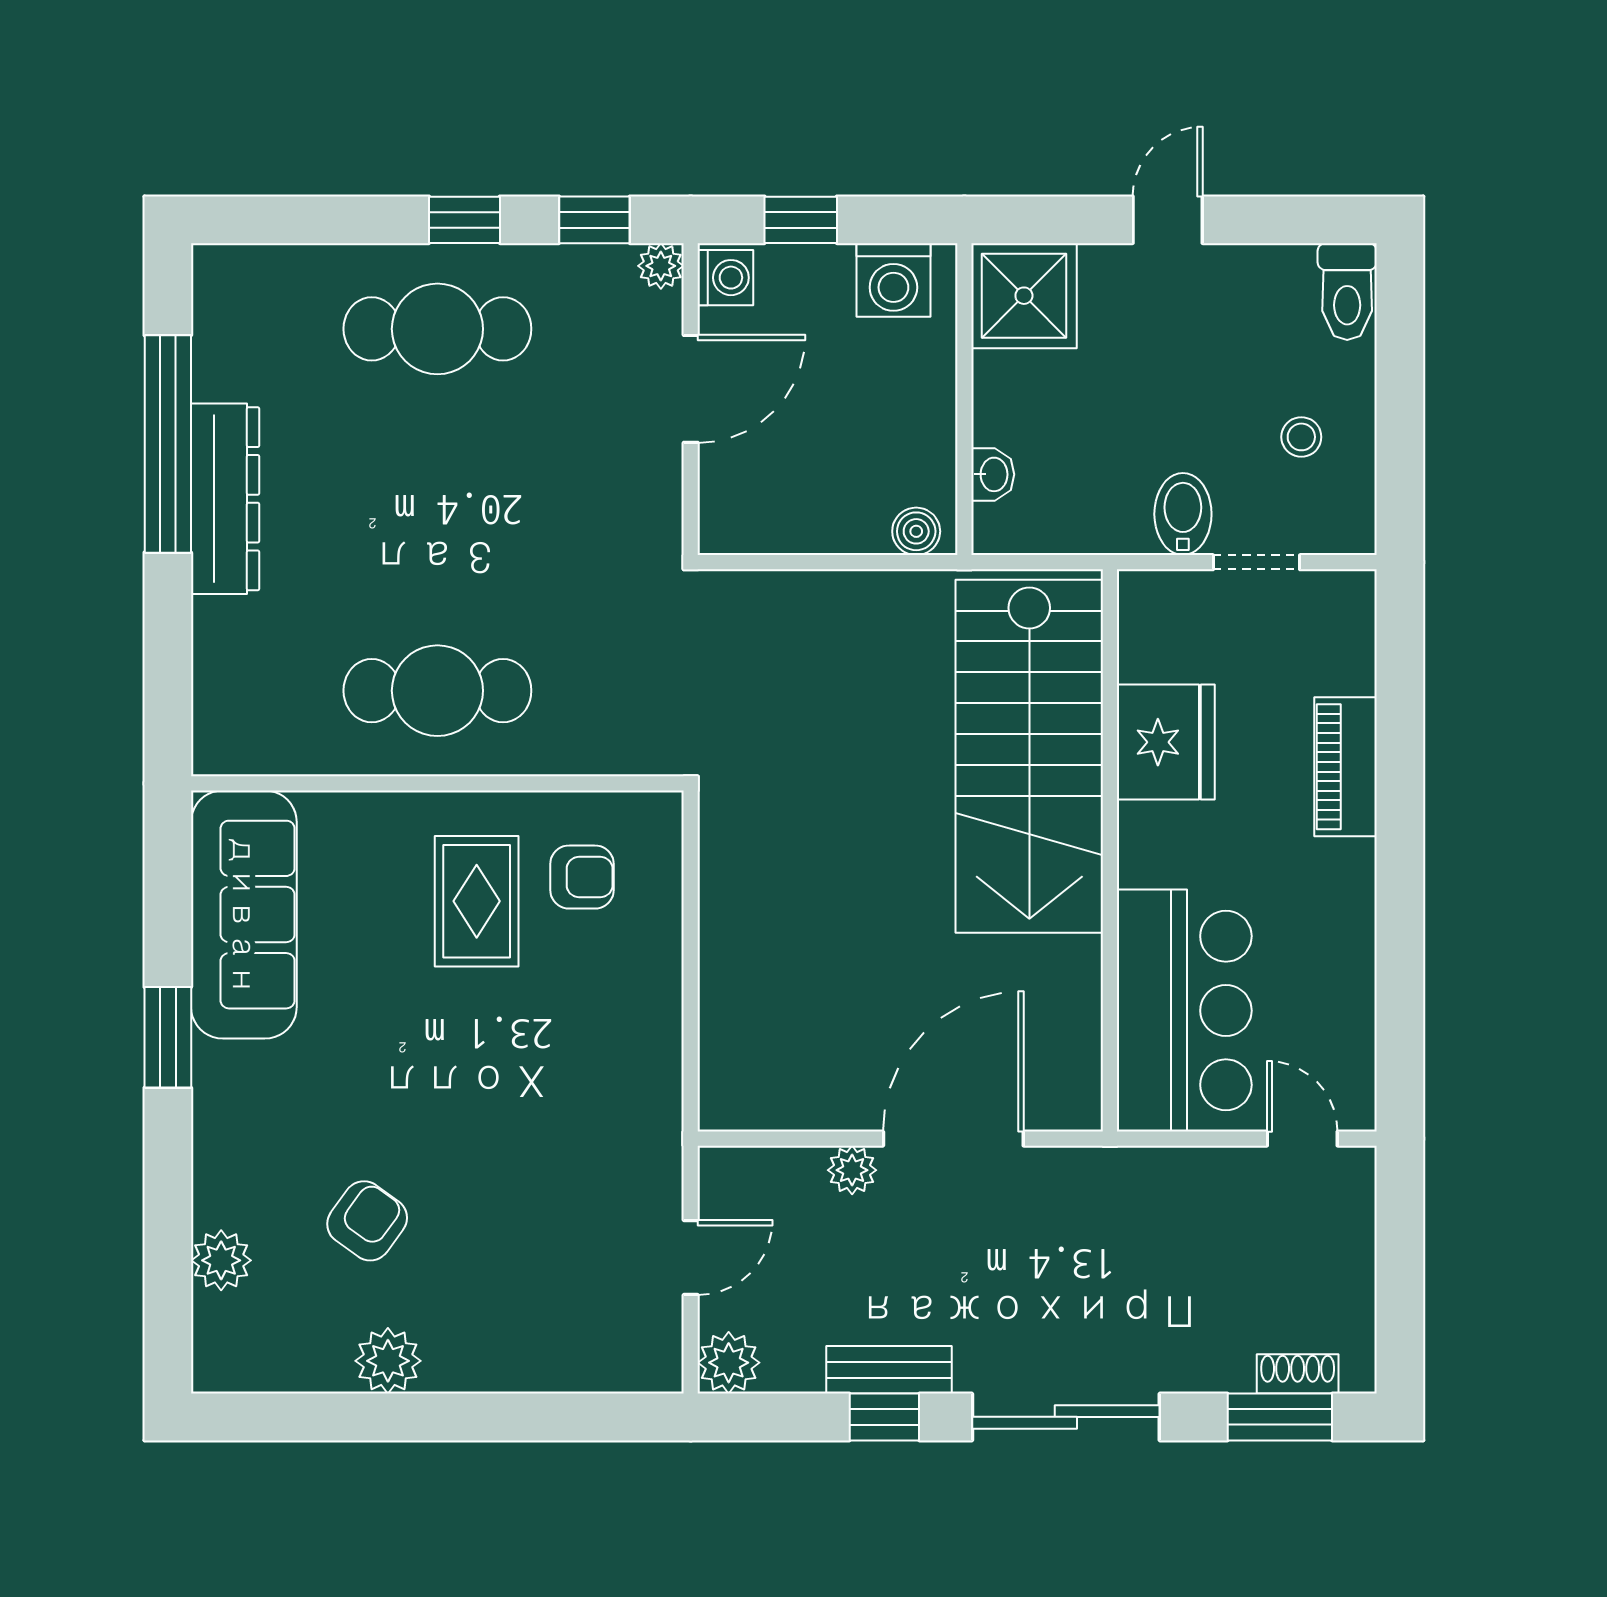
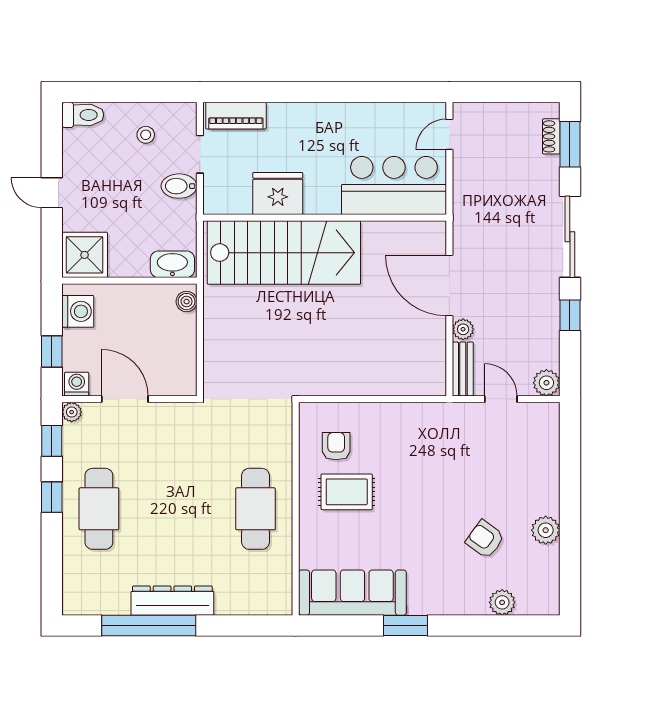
washbasin: (993, 474) -> (172, 264), width x1.91, depth x1.45
piano: (1346, 767) -> (236, 116), moved
bench: (889, 1370) -> (463, 369), moved

